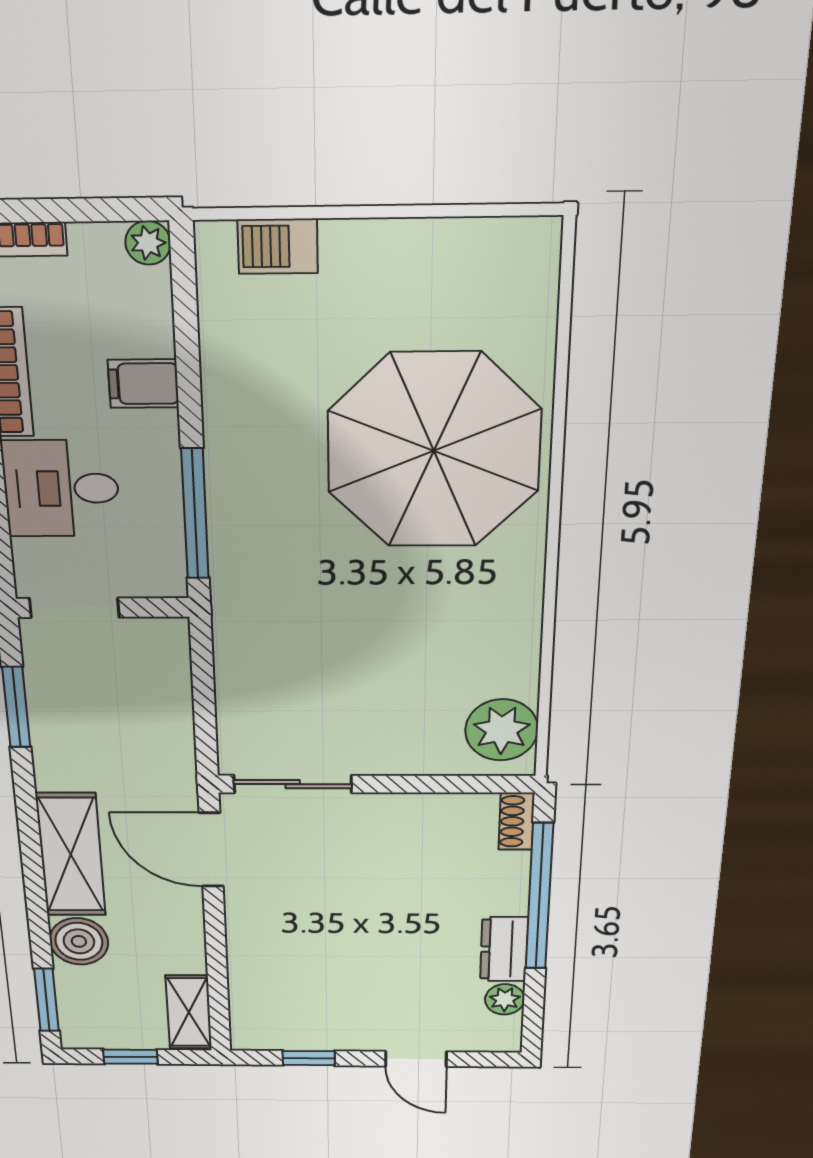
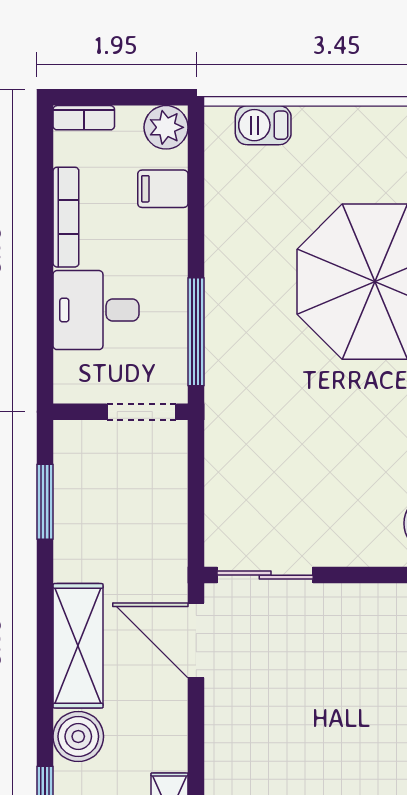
plant: (148, 243) -> (166, 127), width x1.38, depth x1.38
filing cabinet: (143, 384) -> (163, 189), moved
doorway: (74, 608) -> (142, 412), moved

